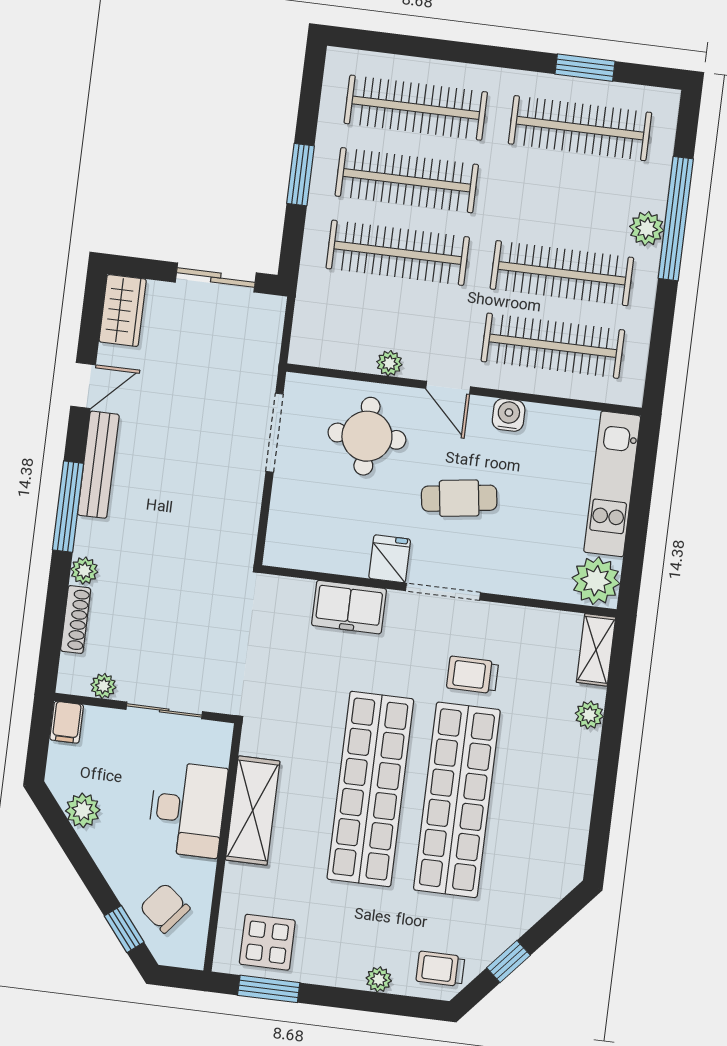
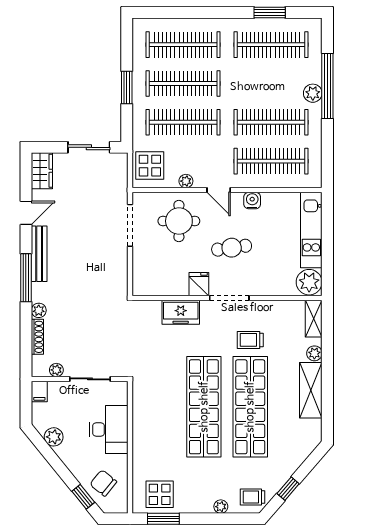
display table: (325, 326) -> (150, 166), added
shelving: (253, 811) -> (311, 390), moved

